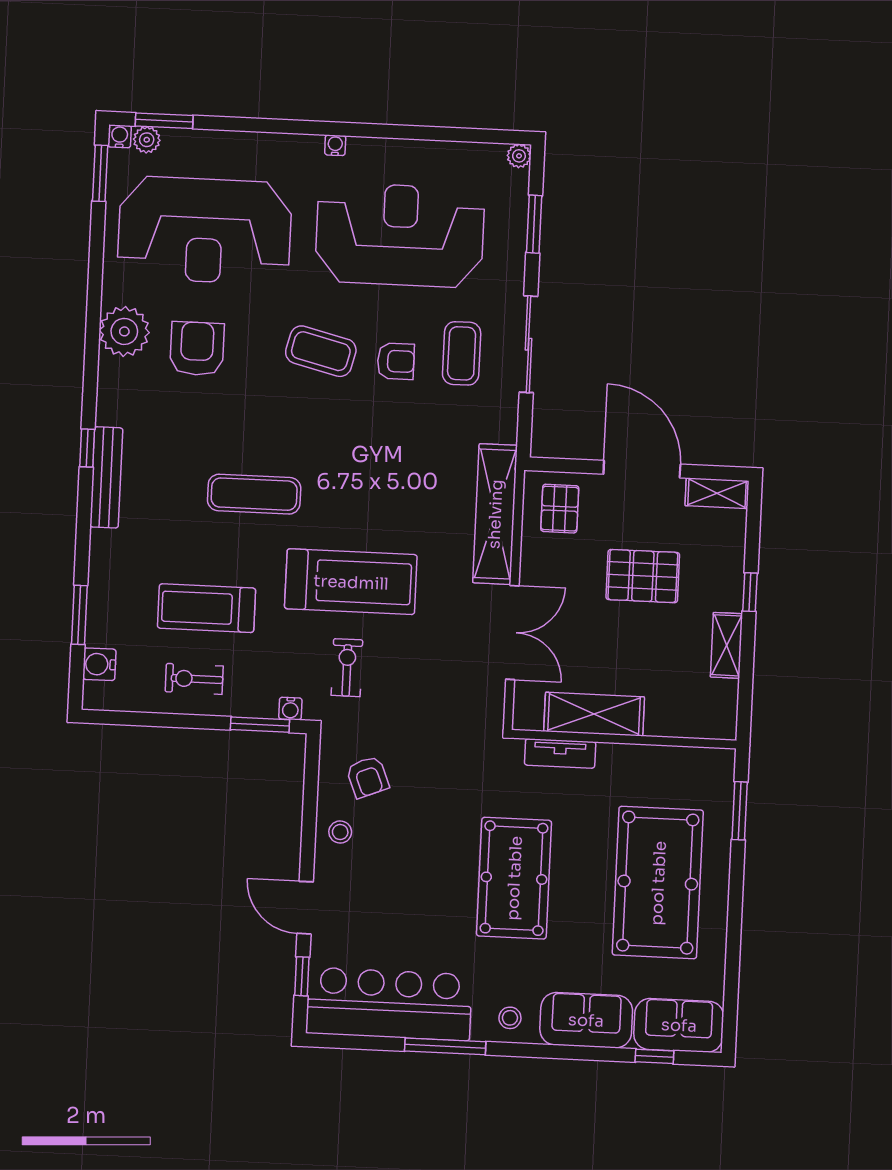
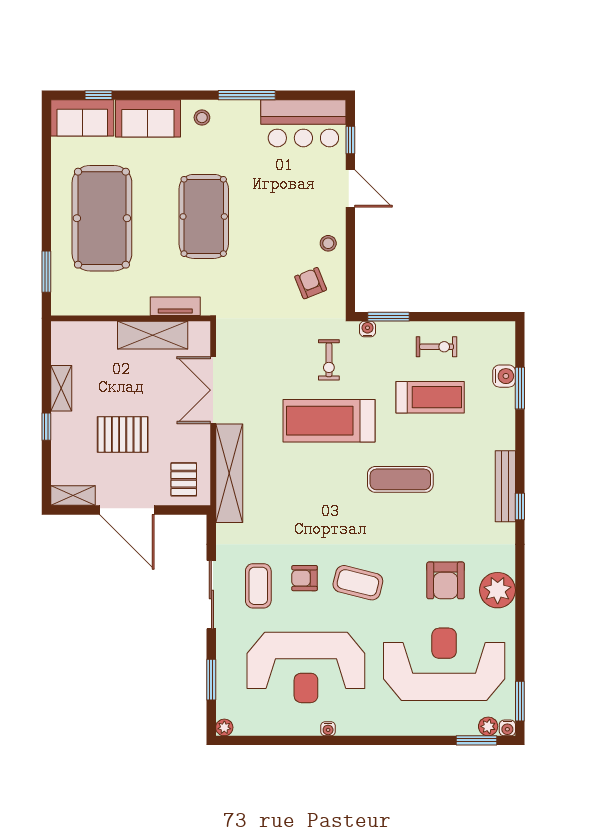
water cooler: (335, 145) -> (328, 729), moved
water cooler: (99, 664) -> (504, 376), moved
bar counter: (389, 1004) -> (303, 123), width x0.73

